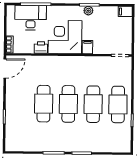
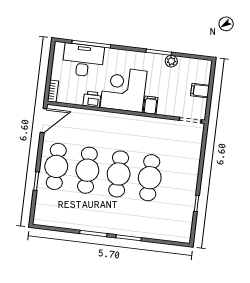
plant: (88, 11) -> (171, 61), moved
filing cabinet: (125, 11) -> (200, 91), moved
cafe table: (118, 104) -> (56, 166), moved

